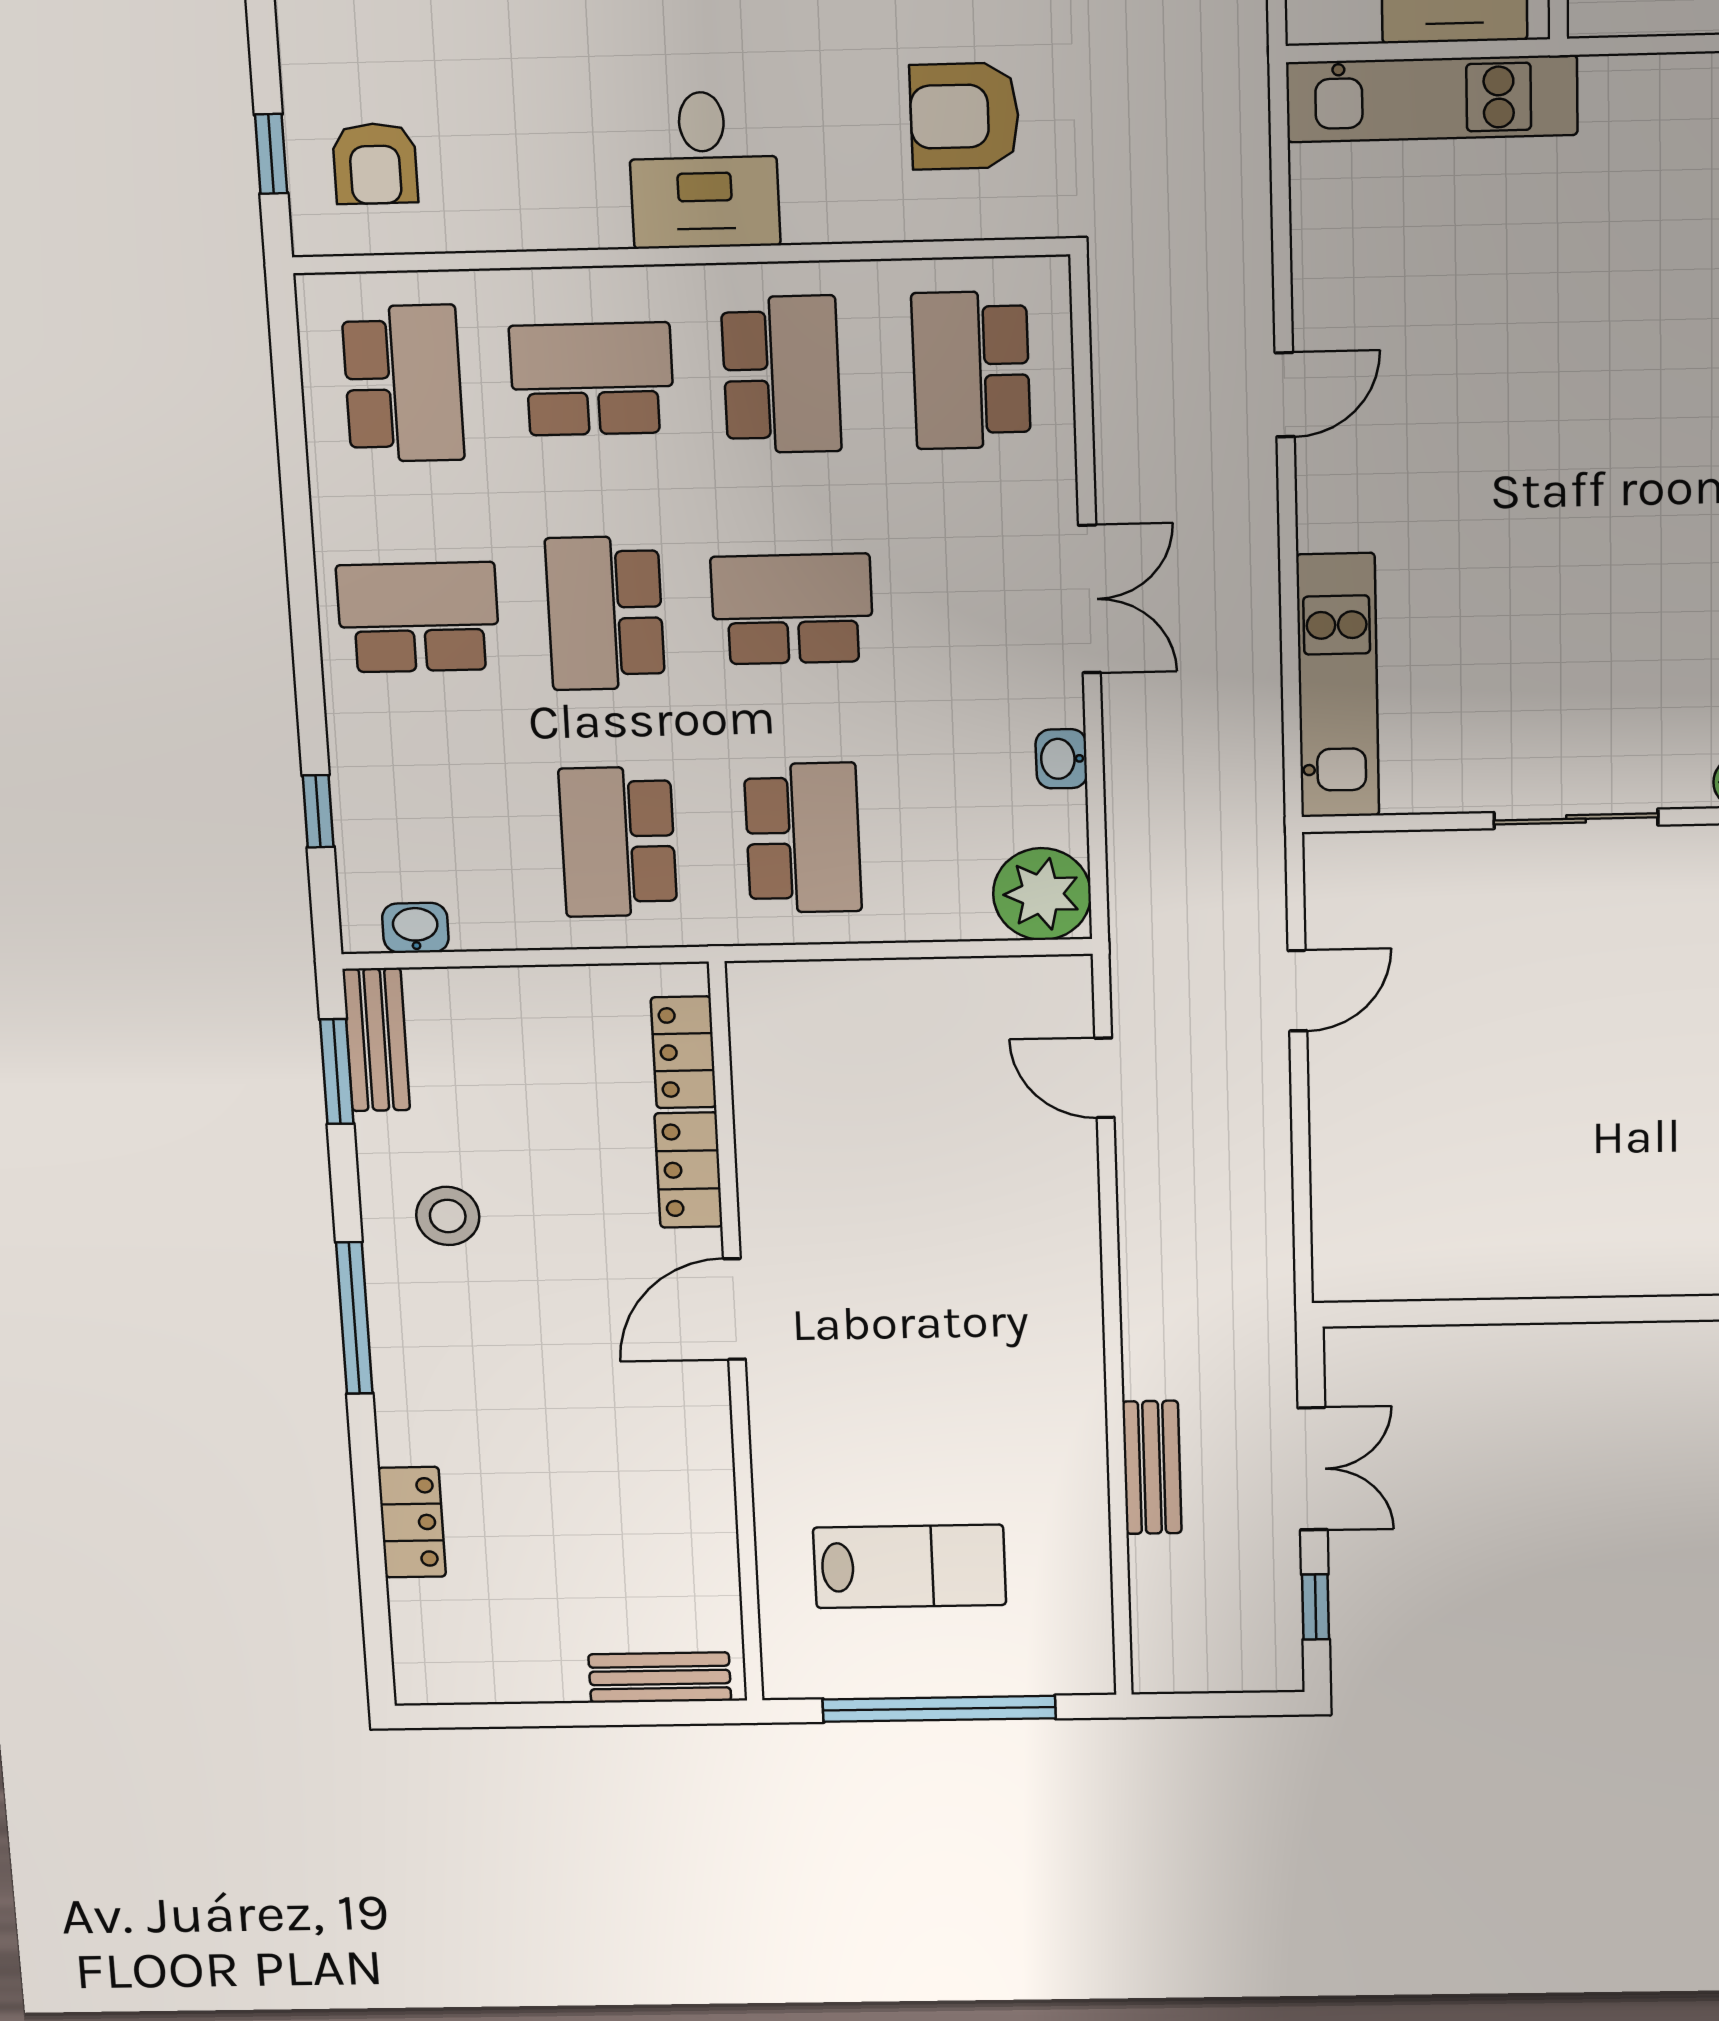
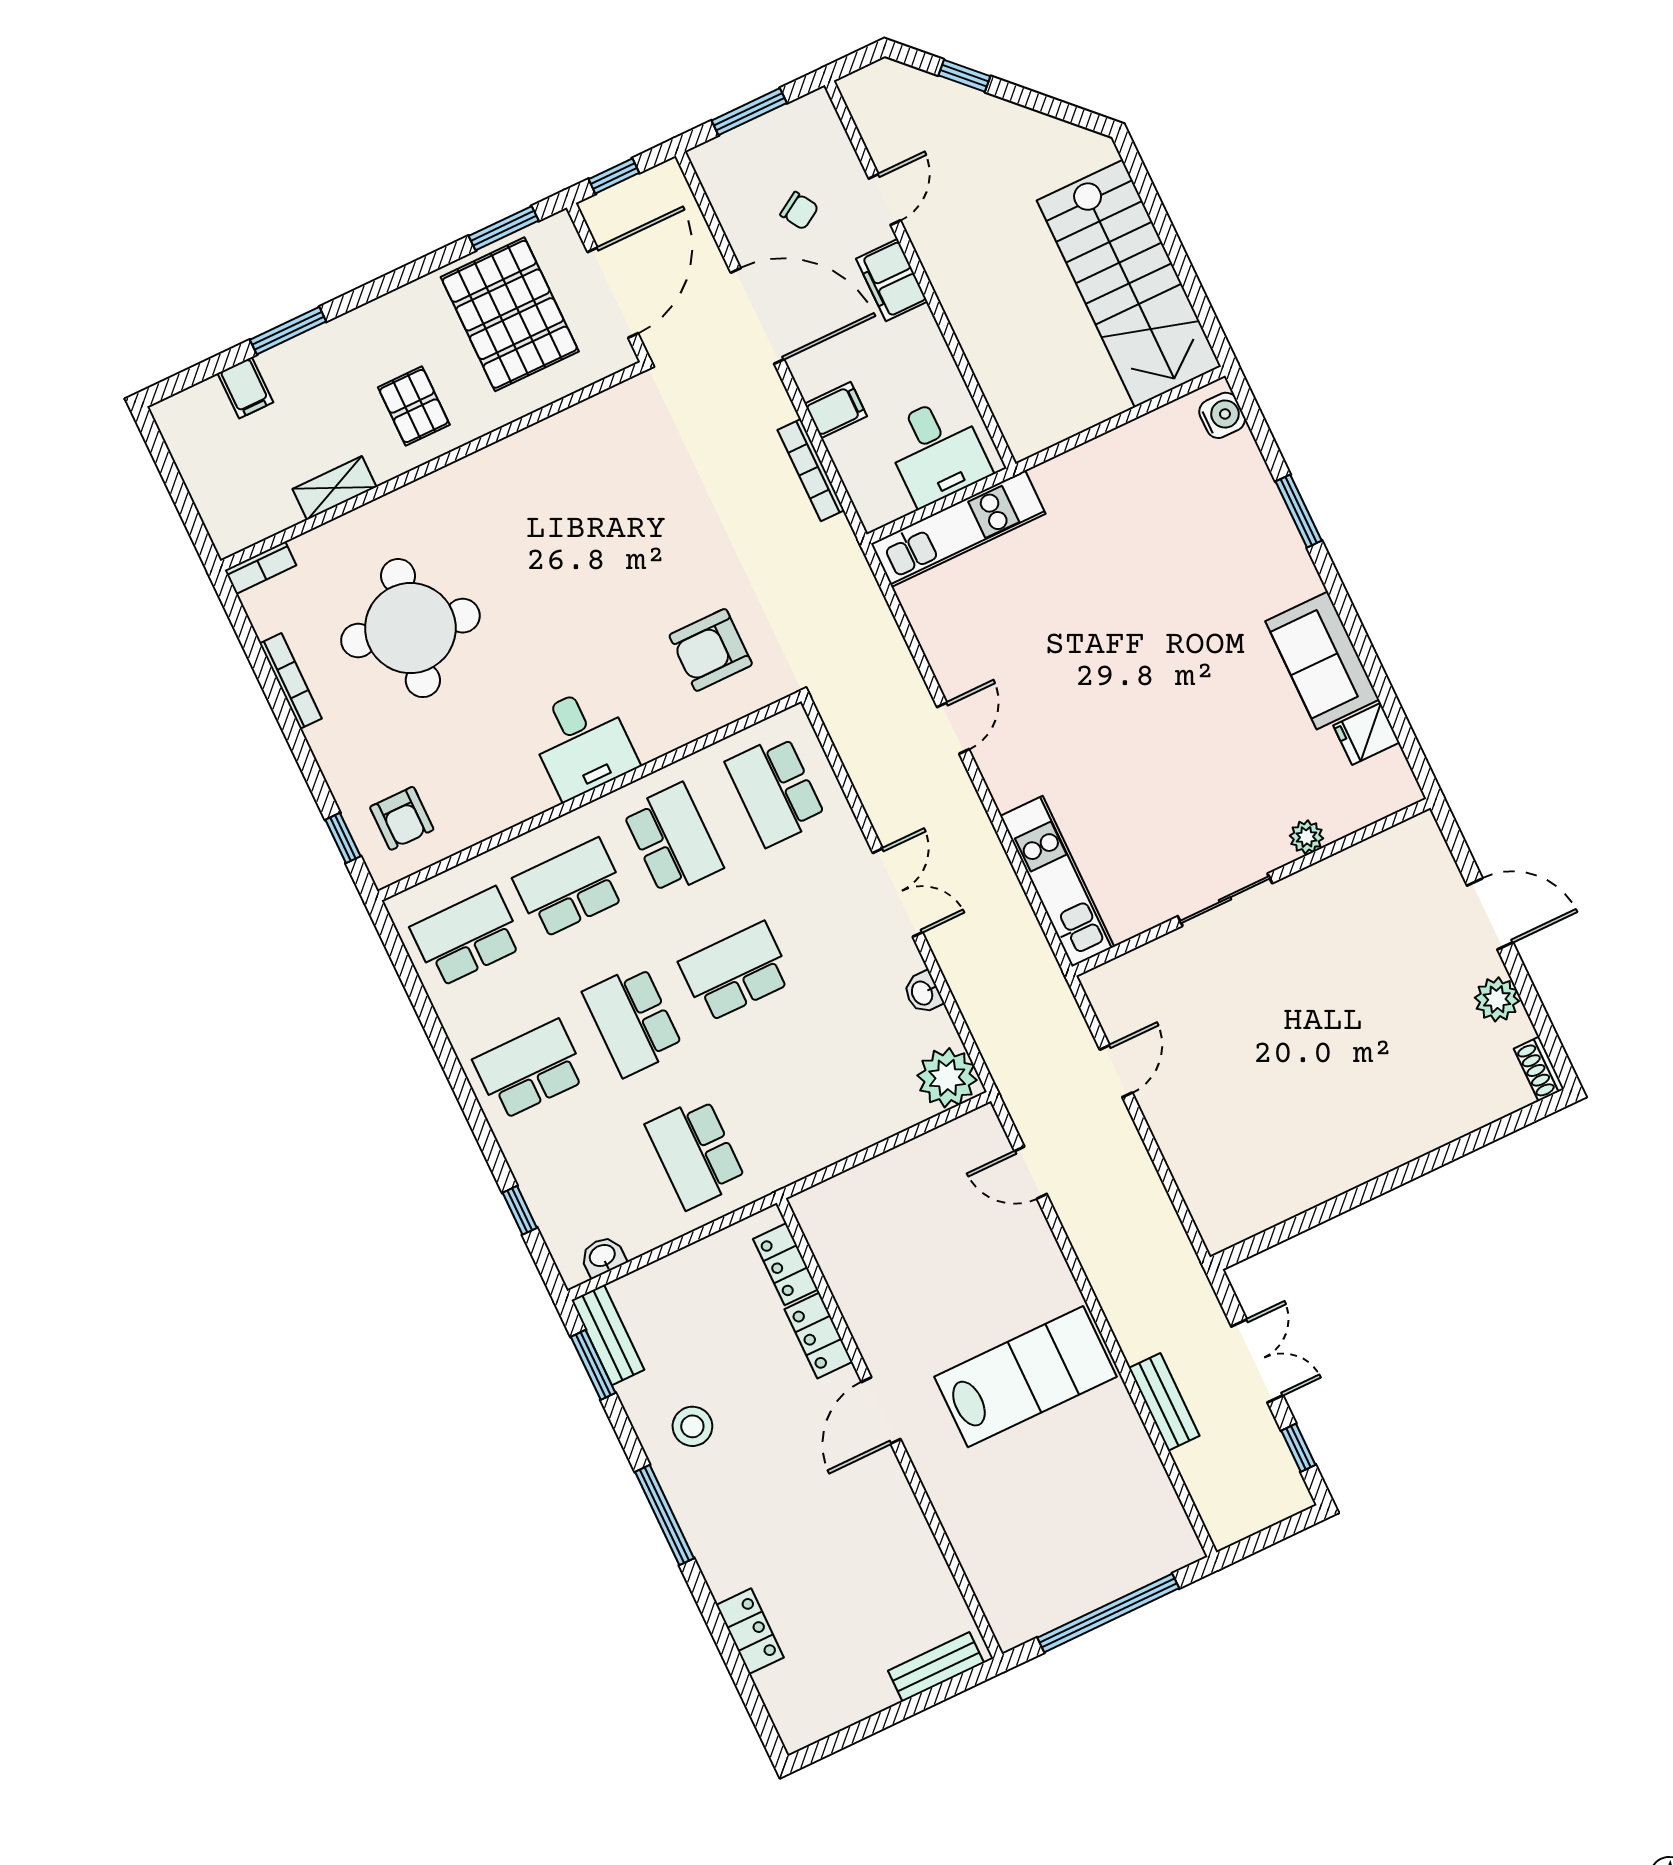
school desk: (403, 384) -> (467, 937), turned -90
school desk: (803, 838) -> (799, 1104), removed
lab bench: (910, 1566) -> (1026, 1377), moved, width x1.36, depth x1.39

